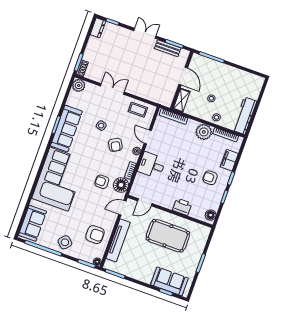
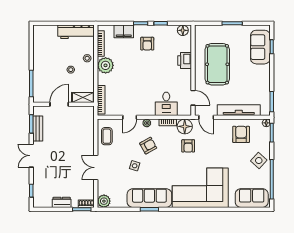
dresser: (98, 28) -> (62, 202), moved
desk: (152, 165) -> (166, 104), moved

